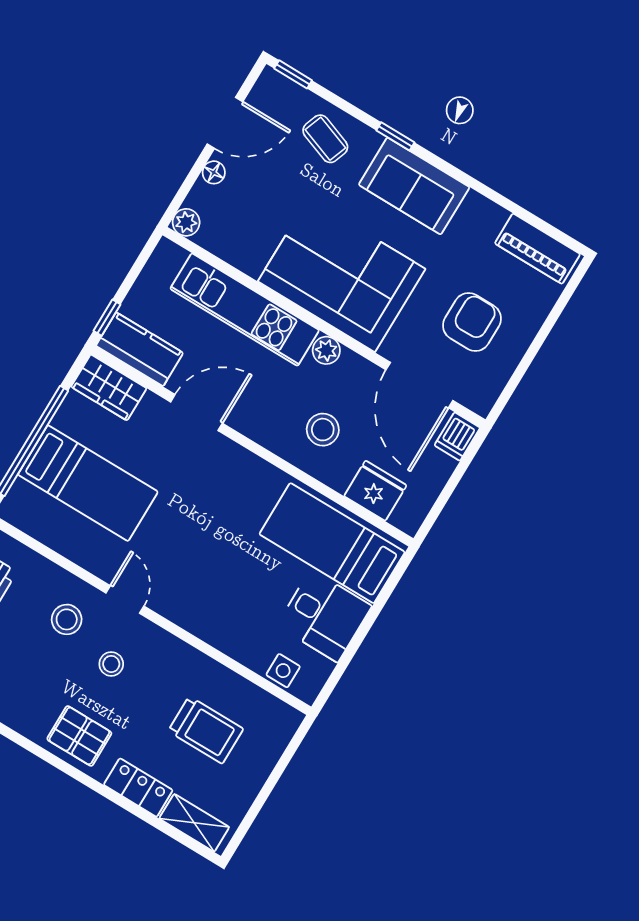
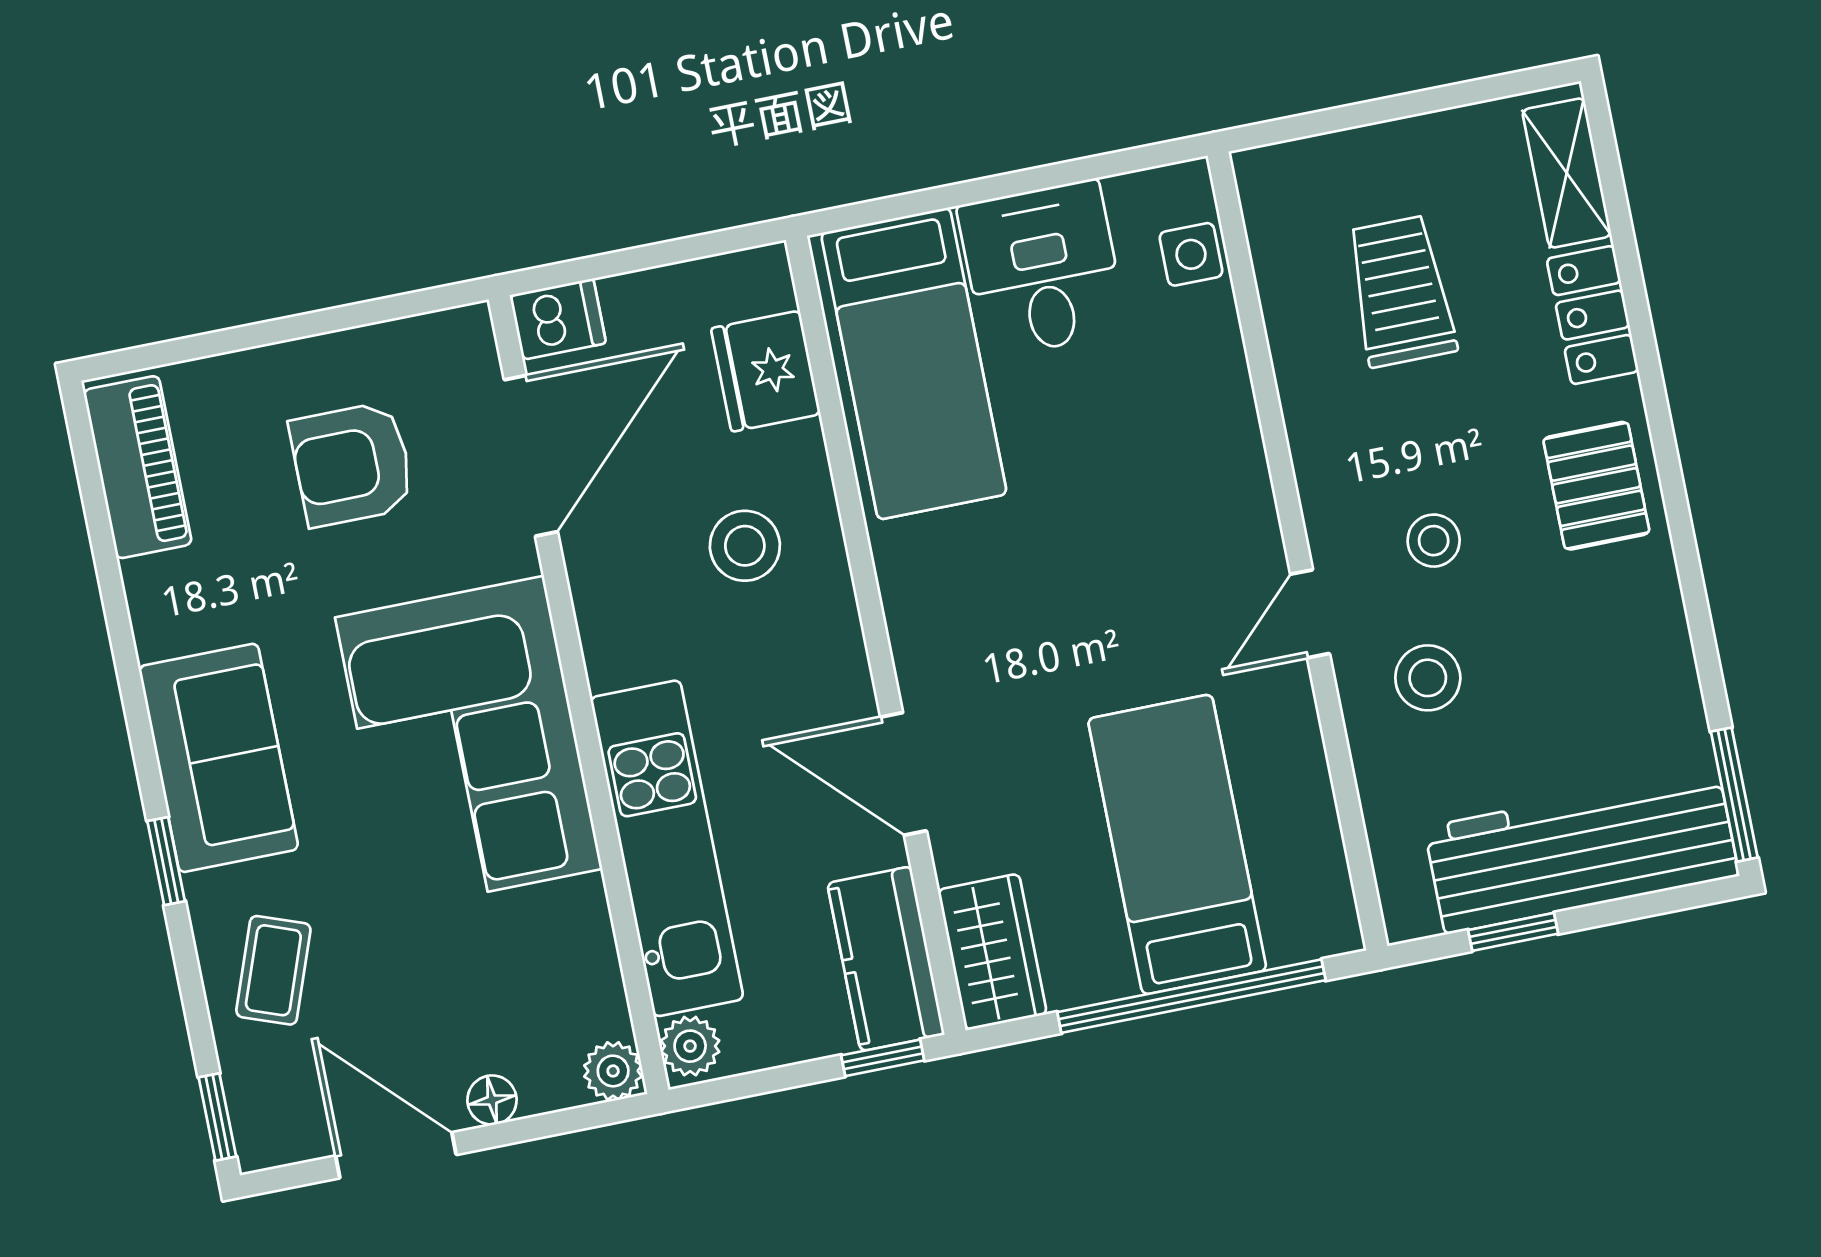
plant: (326, 350) -> (690, 1046), moved

